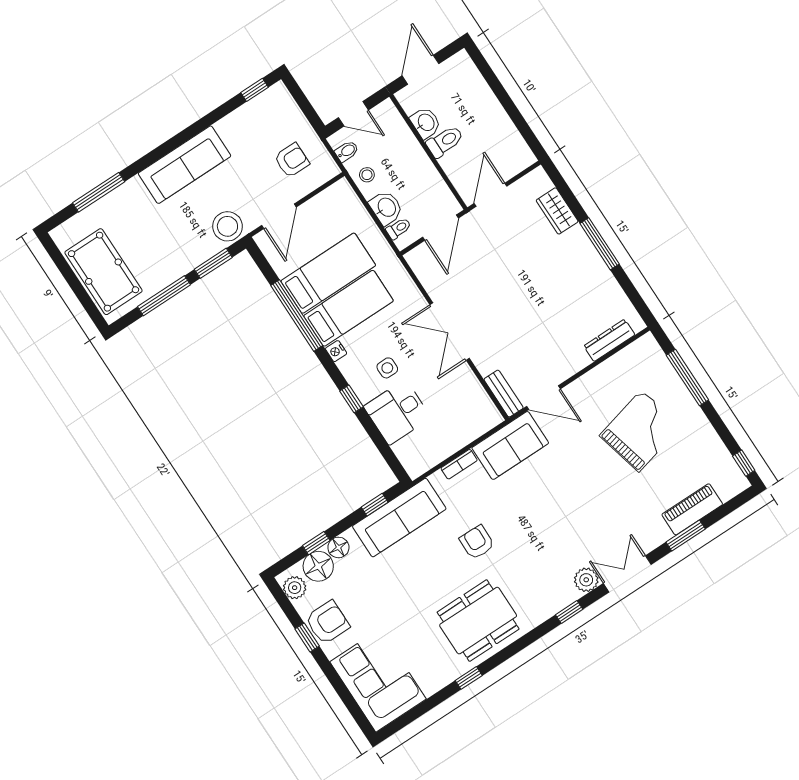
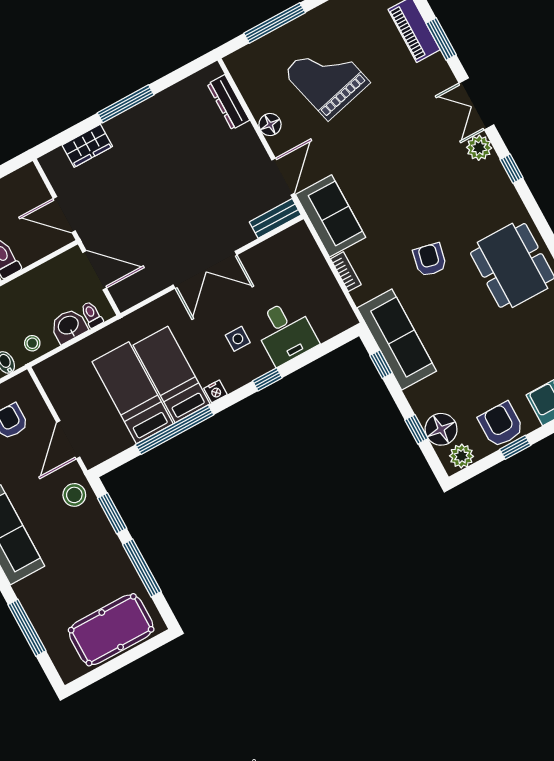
door: (279, 216) -> (68, 440), swing flipped
stool: (227, 226) -> (74, 495), width x0.73, depth x0.73
armchair: (477, 542) -> (430, 260), turned 101
floor lamp: (338, 547) -> (270, 125), moved

